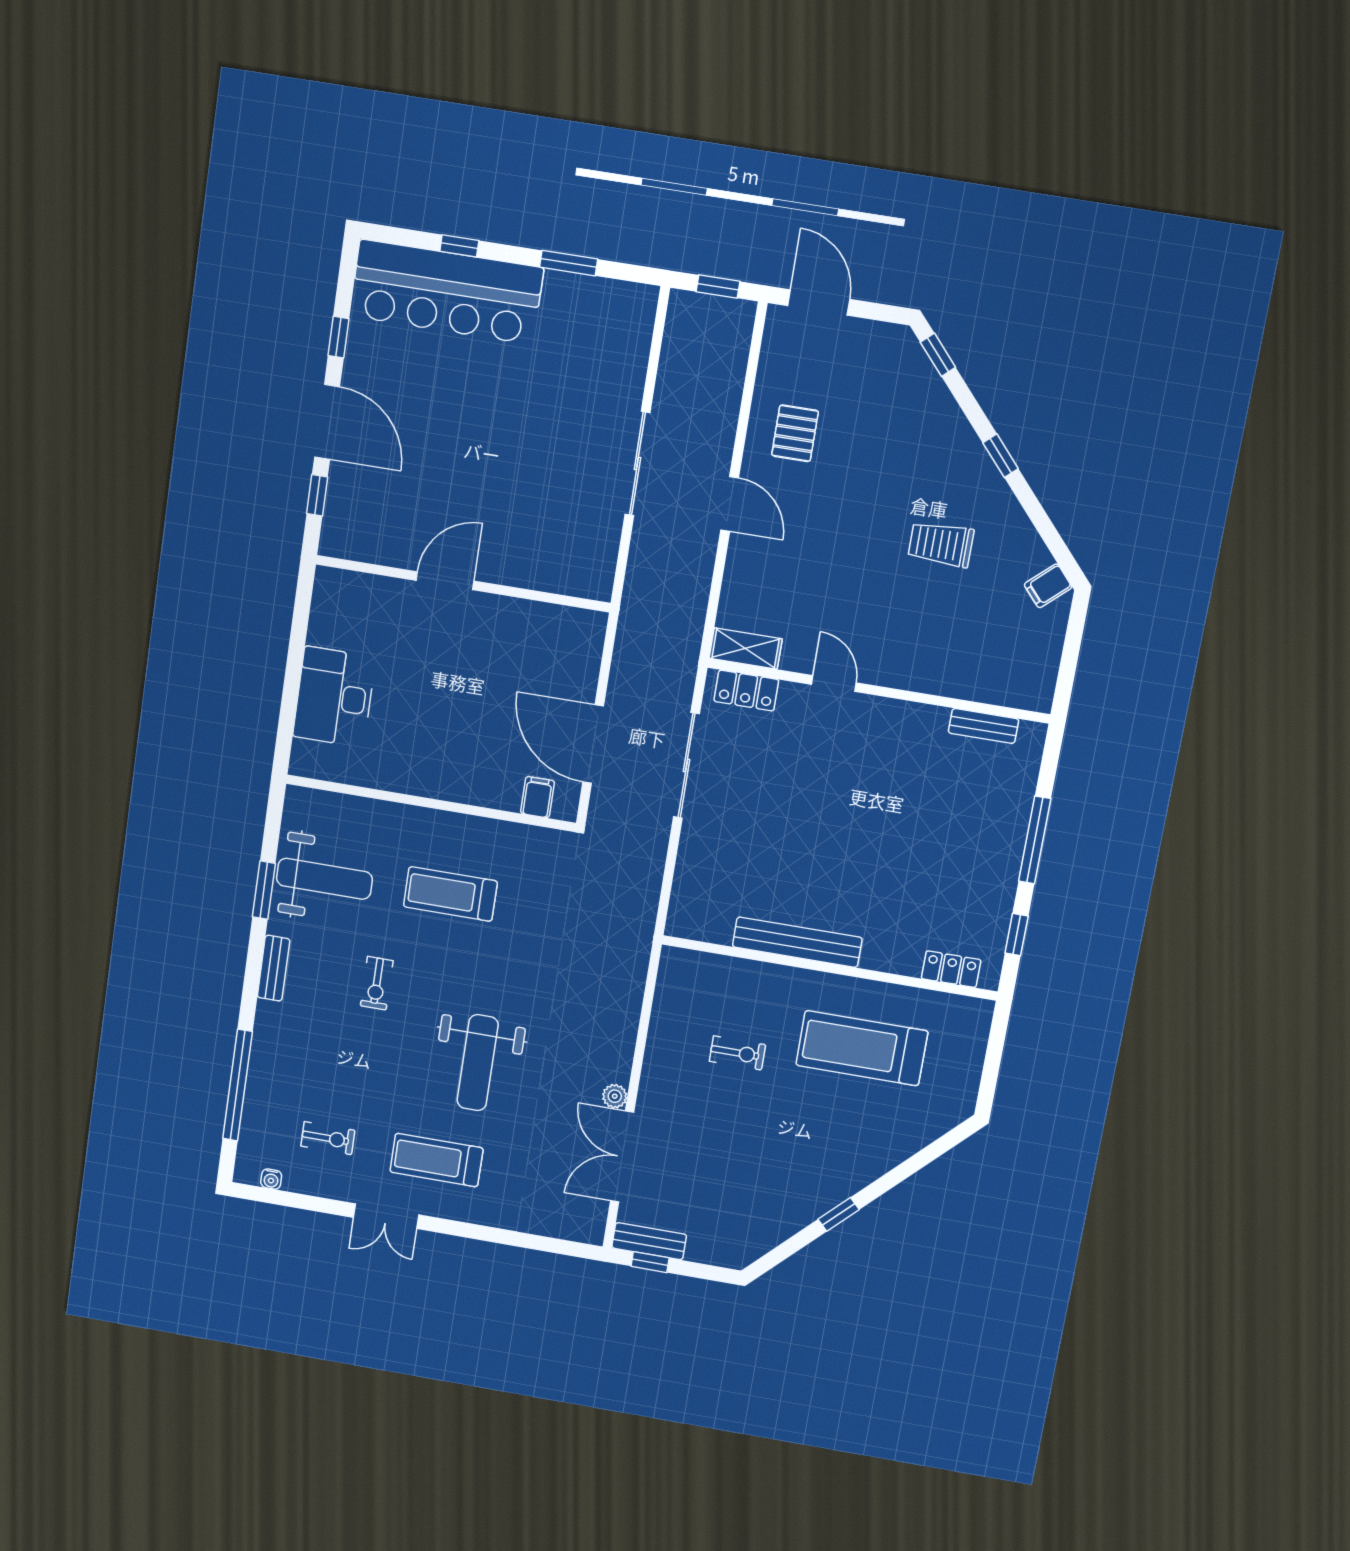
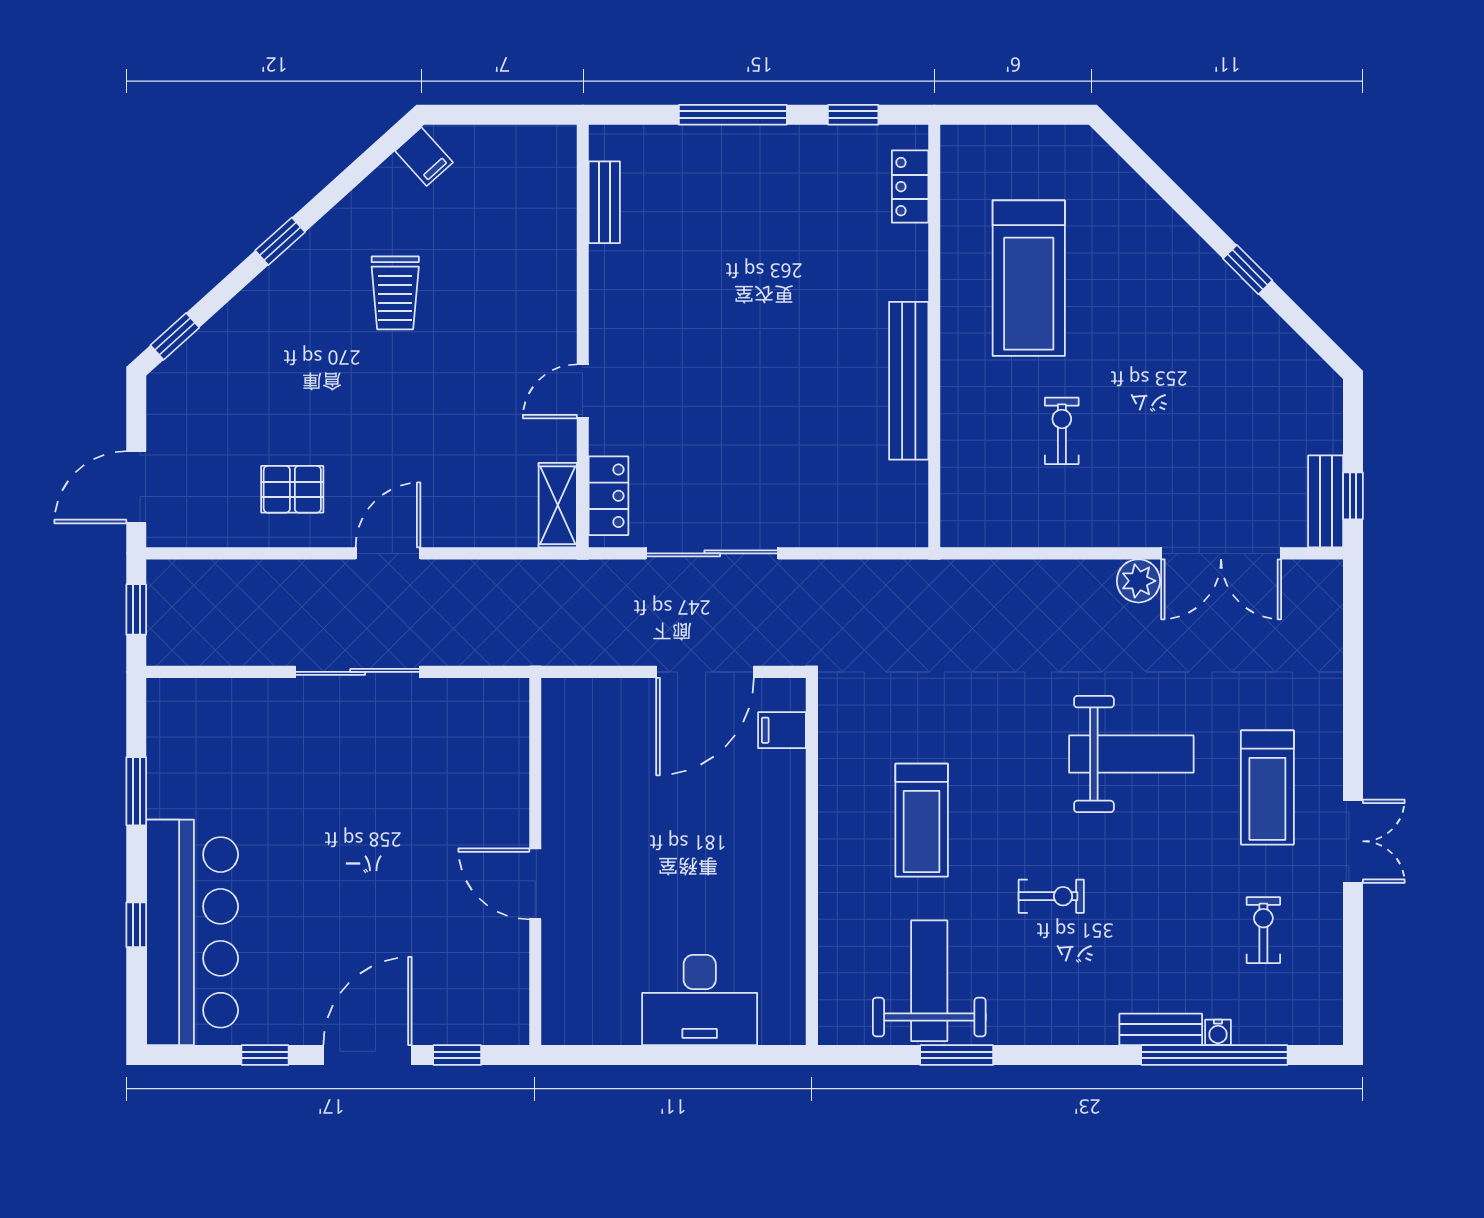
bench: (274, 968) -> (1161, 1029), moved
plant: (615, 1096) -> (1138, 581), width x1.38, depth x1.38
water cooler: (271, 1179) -> (1218, 1032), moved, turned 90

